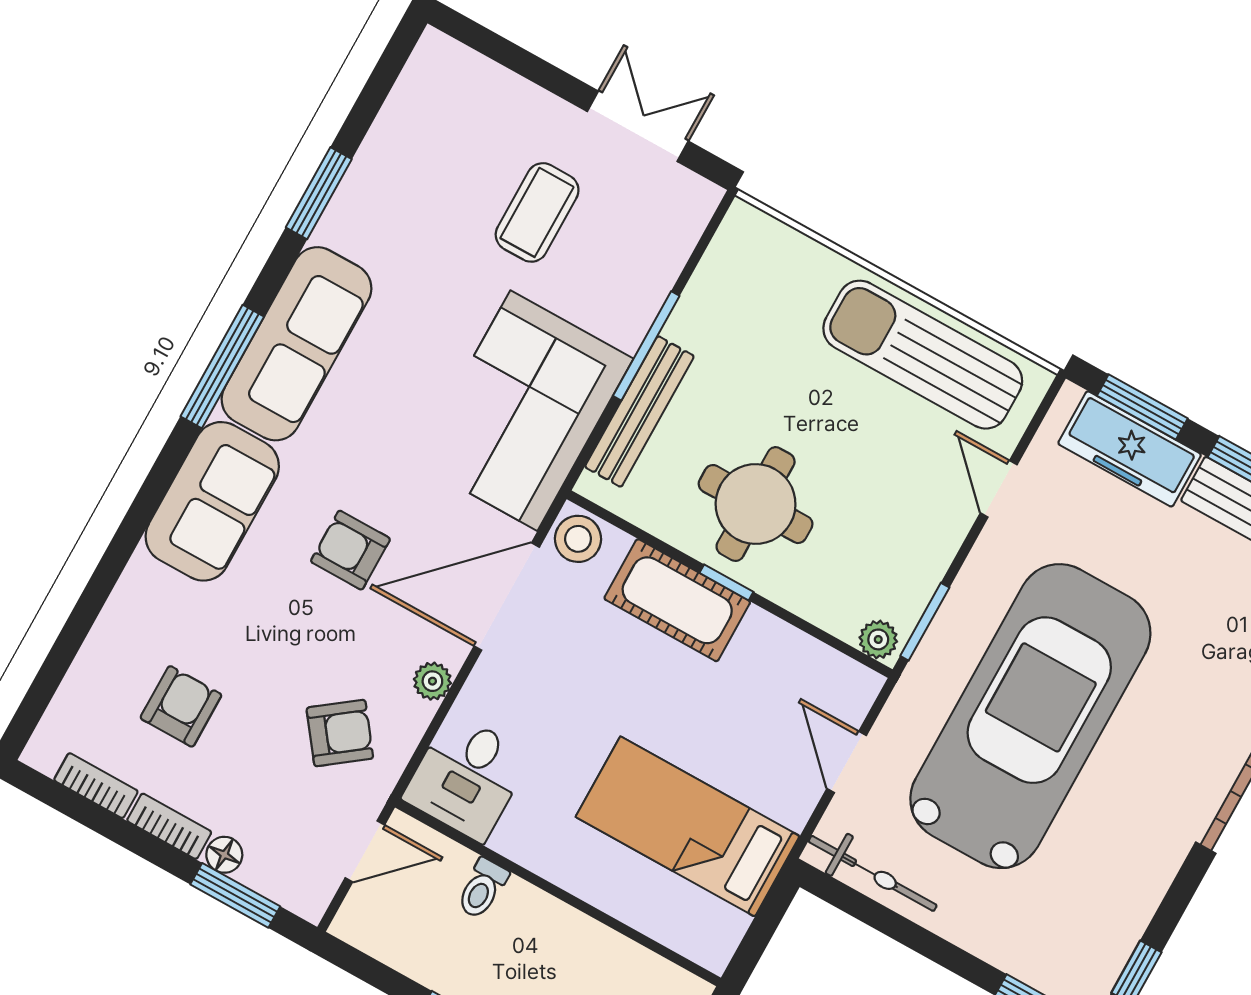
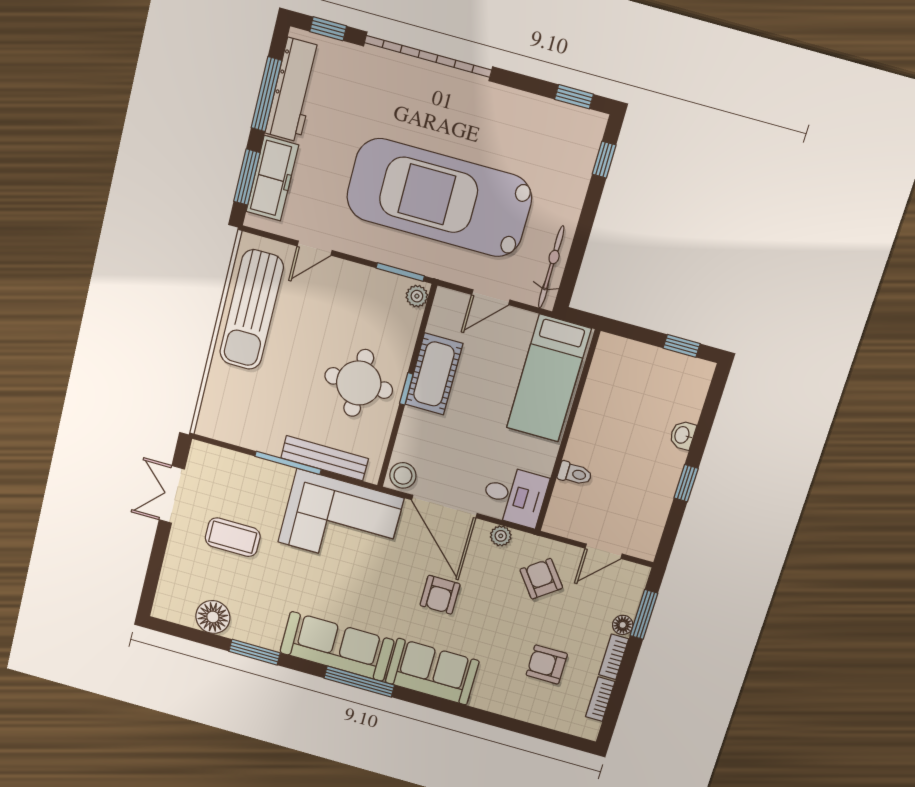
floor lamp: (400, 136) -> (213, 617), added
cot: (677, 600) -> (434, 374), moved
desk: (467, 777) -> (514, 496), moved
door: (365, 851) -> (604, 551), swing flipped
toilet: (482, 889) -> (575, 474), moved
wall: (558, 893) -> (567, 432), moved

